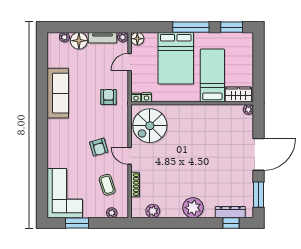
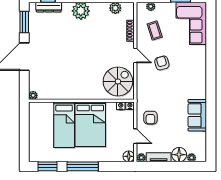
bed: (176, 58) -> (90, 124), moved, turned 180
door: (130, 62) -> (135, 136), hinge flipped
sofa: (58, 93) -> (197, 115), width x0.73
wardrobe: (238, 94) -> (42, 108), removed
armchair: (108, 97) -> (150, 118), moved

